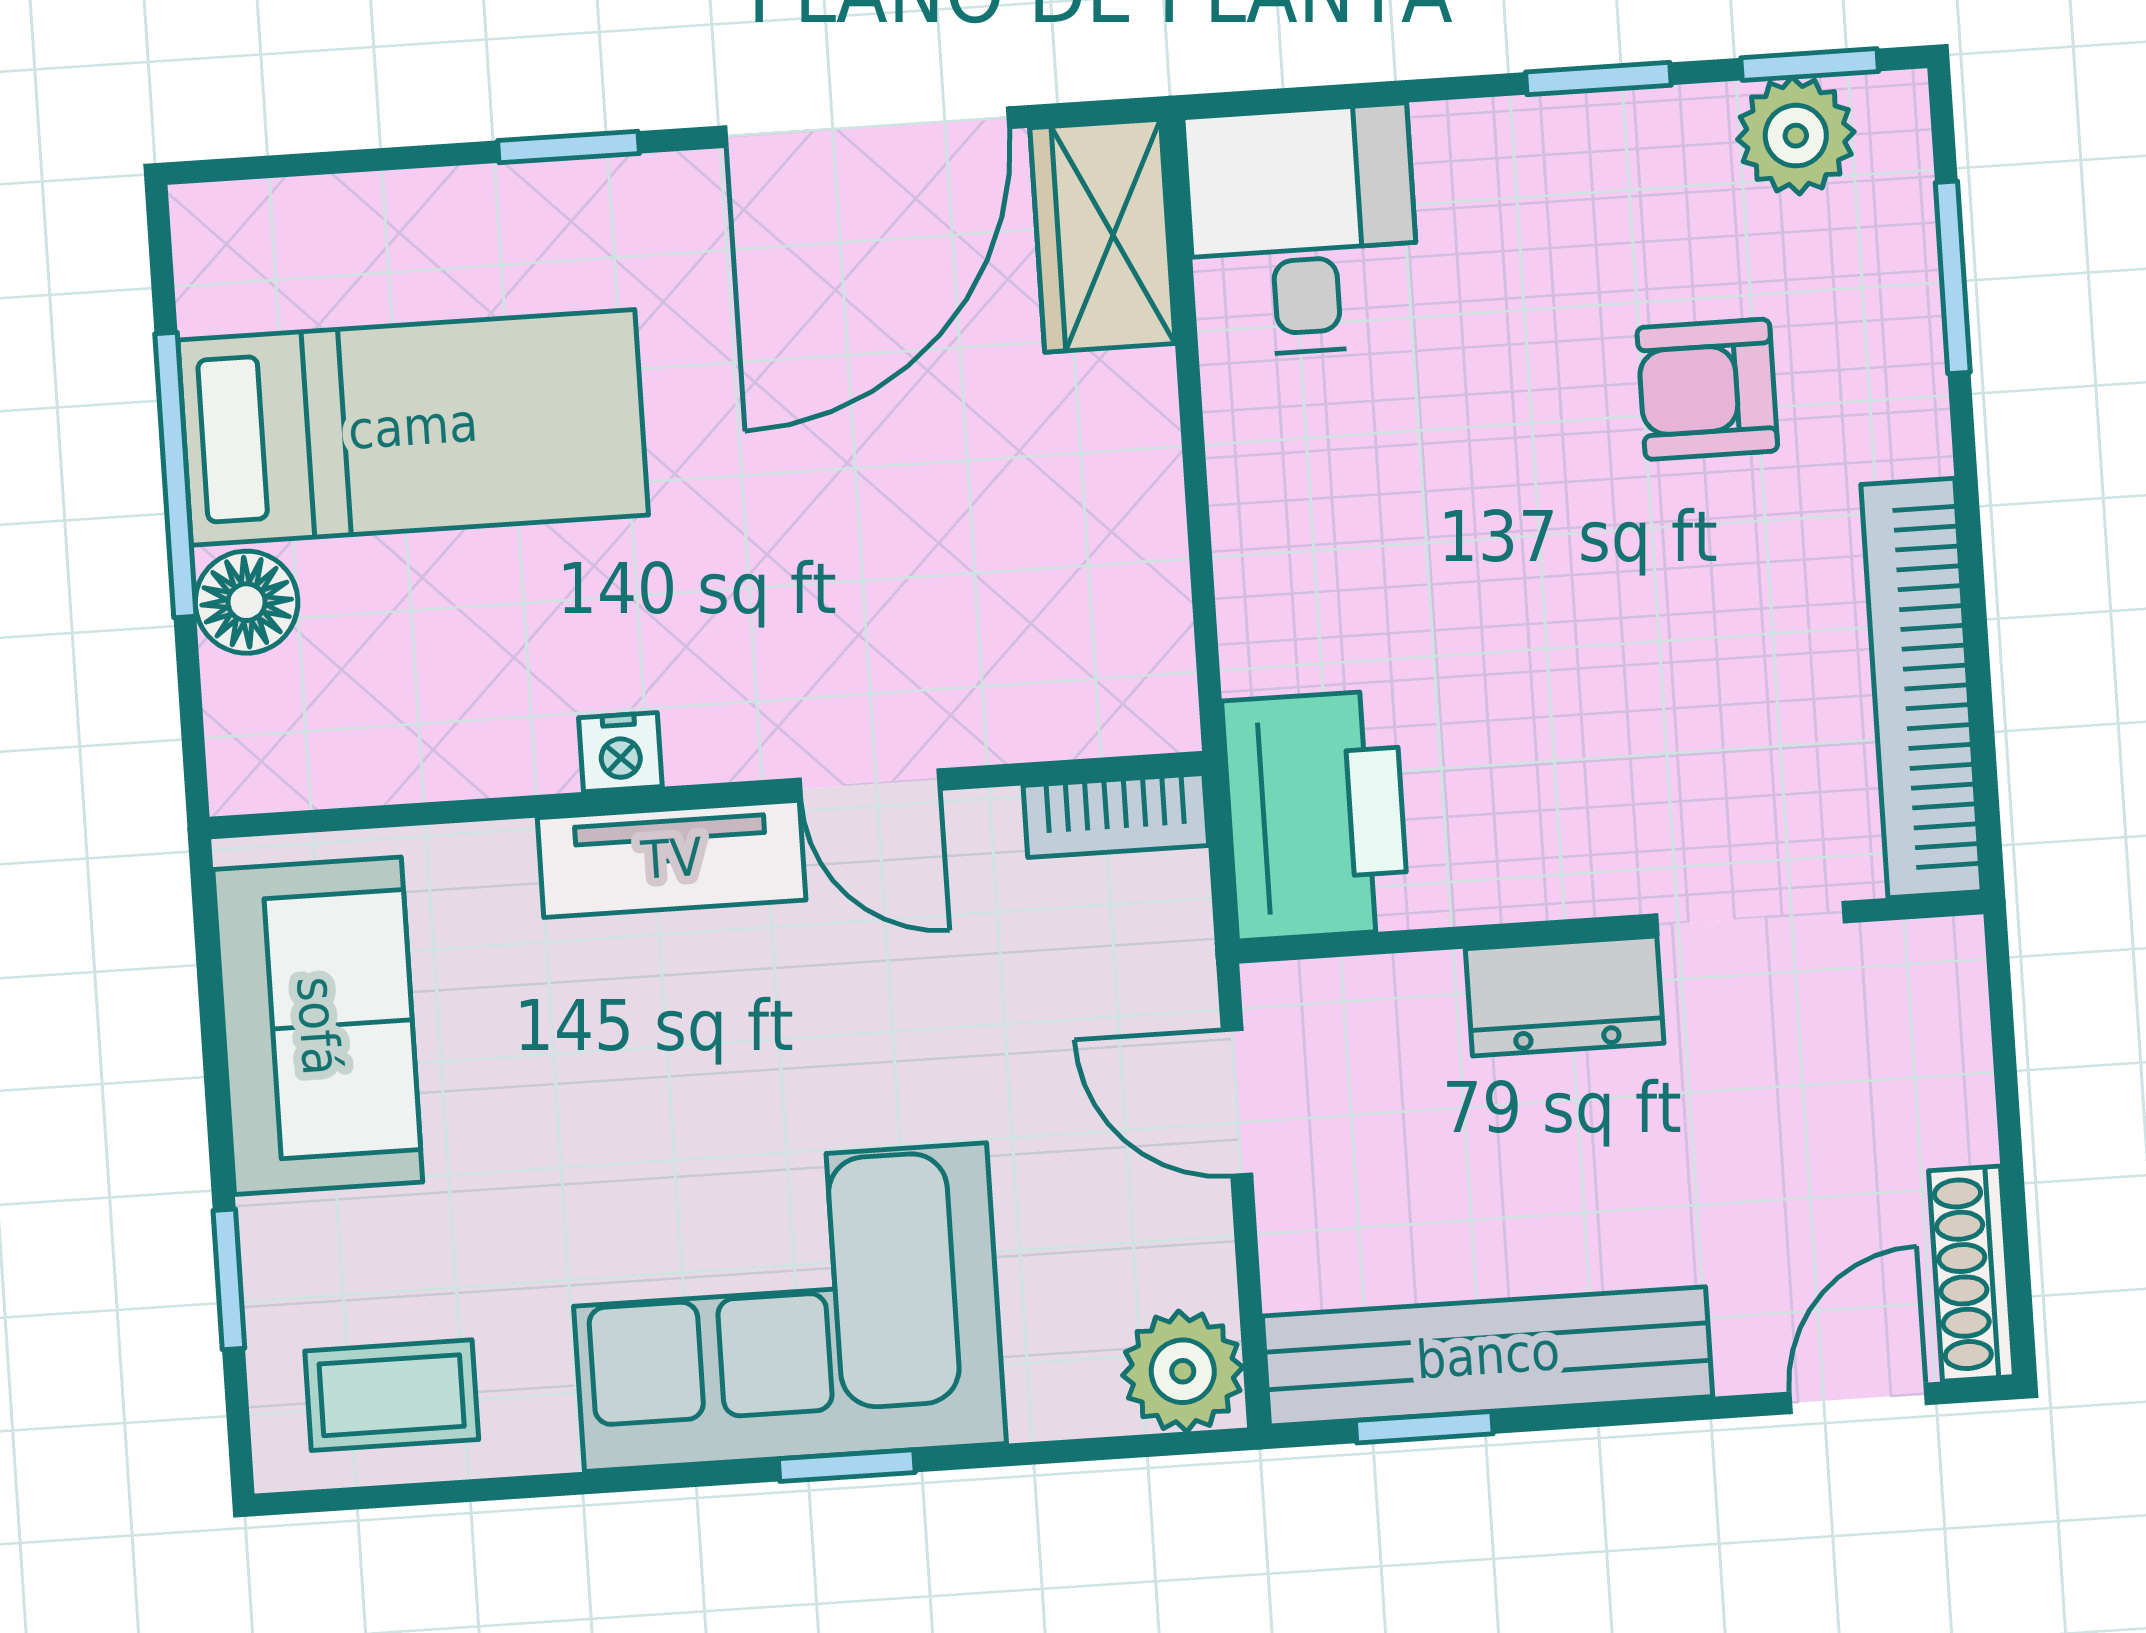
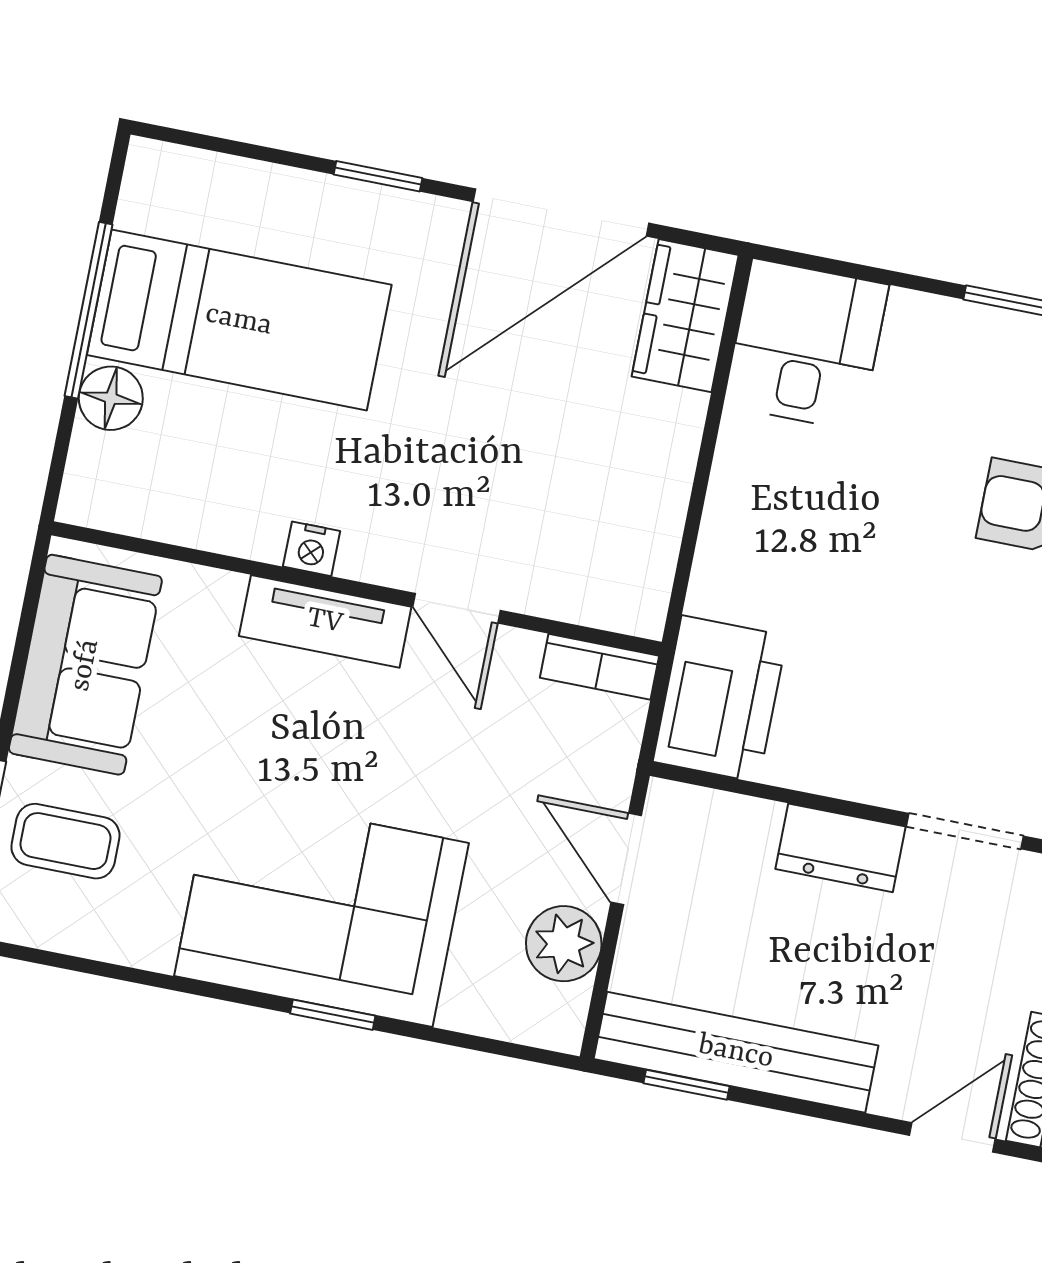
plant: (1183, 1371) -> (564, 944), moved
coffee table: (392, 1395) -> (65, 841), moved

